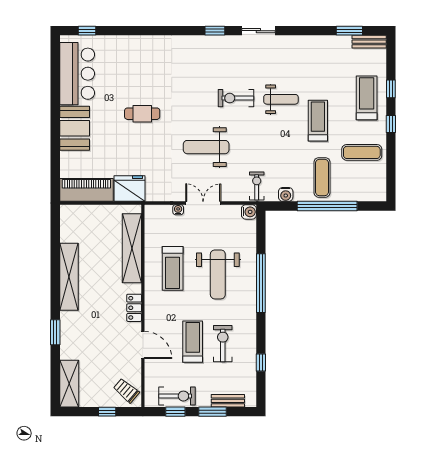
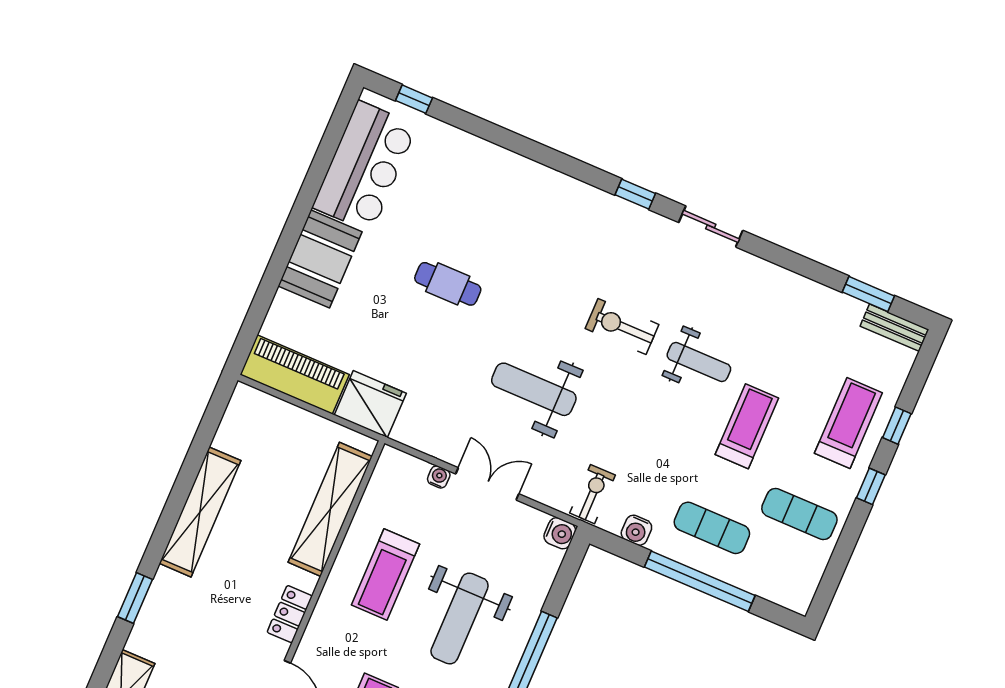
exercise mat: (322, 177) -> (712, 528), turned 90

